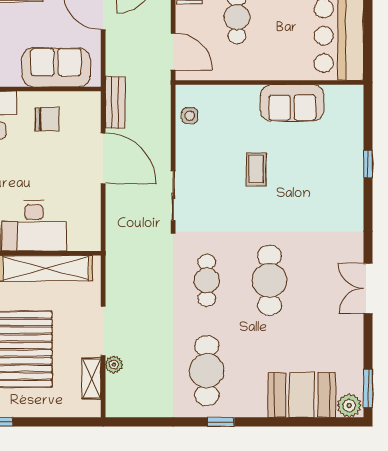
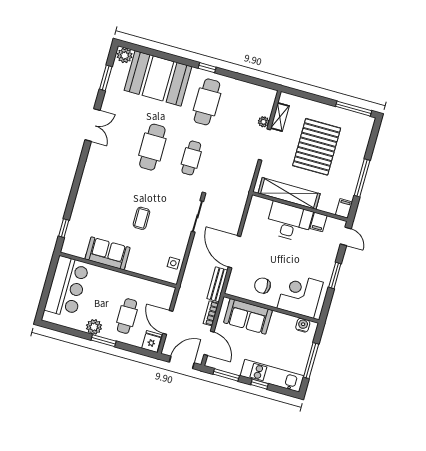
door: (173, 52) -> (168, 322), moved
bookcase: (113, 56) -> (211, 313), added
window: (368, 164) -> (64, 228), moved
window: (368, 388) -> (106, 78), moved
booth: (302, 395) -> (158, 78), width x1.36, depth x1.42

